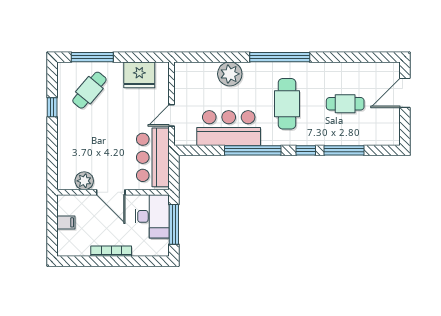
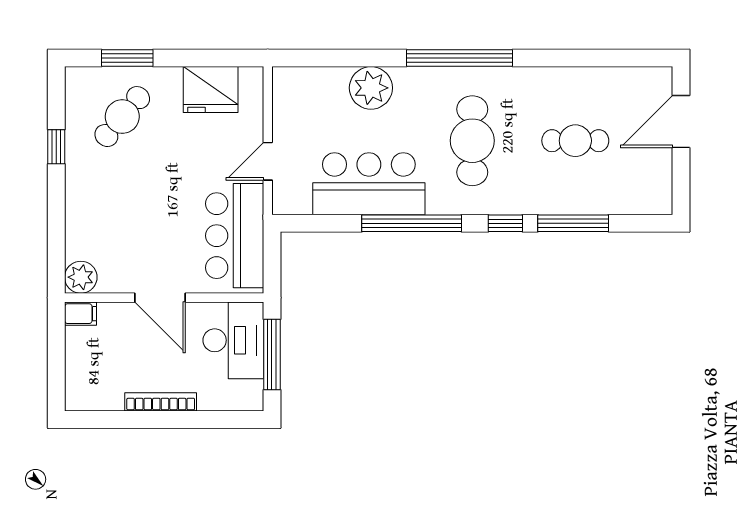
window: (92, 57) -> (127, 58), width x0.69
plant: (84, 181) -> (81, 277), moved
filing cabinet: (66, 222) -> (81, 314), moved

